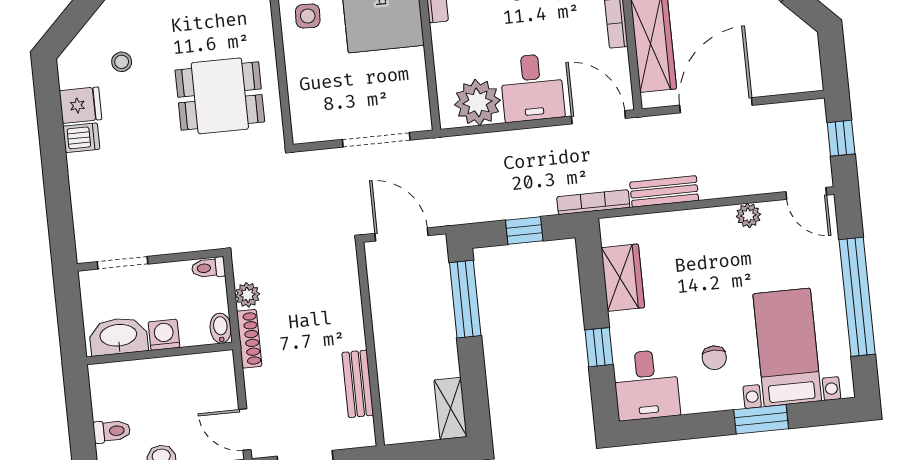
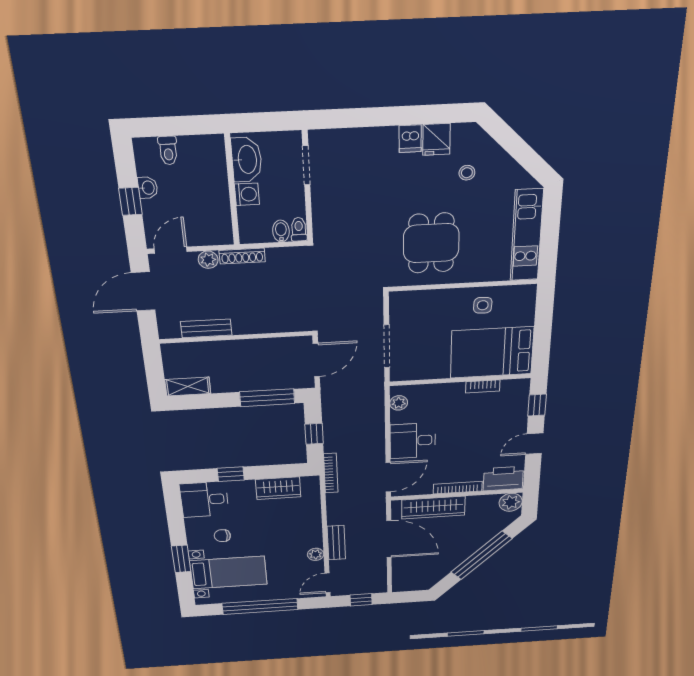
plant: (477, 102) -> (399, 403), width x0.53, depth x0.53
bench: (664, 191) -> (336, 543), moved
plant: (247, 295) -> (208, 260), moved
bidet: (221, 328) -> (281, 231), moved, turned -90

